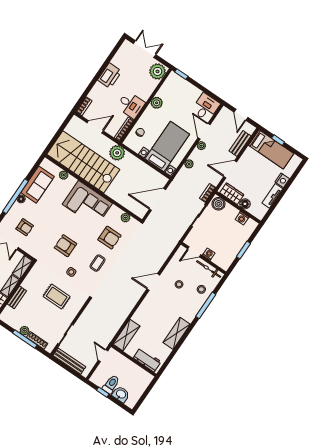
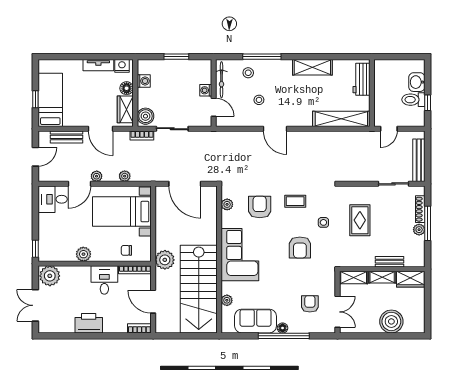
nightstand: (282, 180) -> (122, 66), moved
shelving: (126, 335) -> (341, 119), width x1.47

